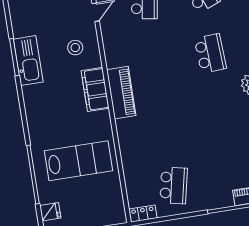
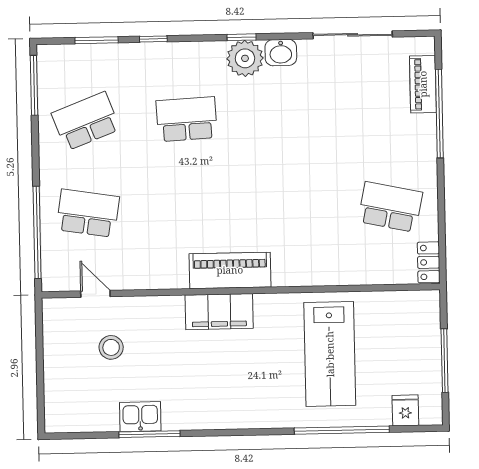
stool: (75, 48) -> (111, 347), moved
kitchen sink: (28, 61) -> (140, 417), width x0.53, depth x0.81
lab bench: (79, 161) -> (330, 354), turned 180

